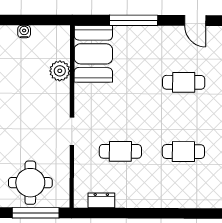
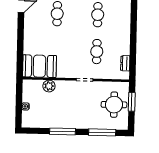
window: (134, 20) -> (20, 42), removed
window: (36, 213) -> (132, 102), width x0.69

